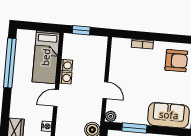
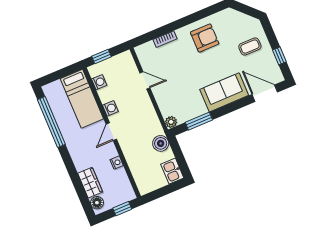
washing machine: (67, 65) -> (99, 82), moved
door: (105, 90) -> (145, 80), moved

